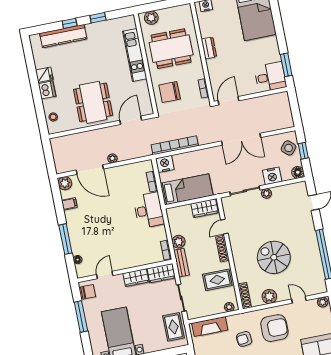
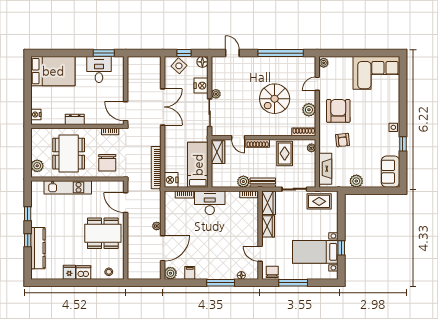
desk: (270, 77) -> (99, 69), moved

